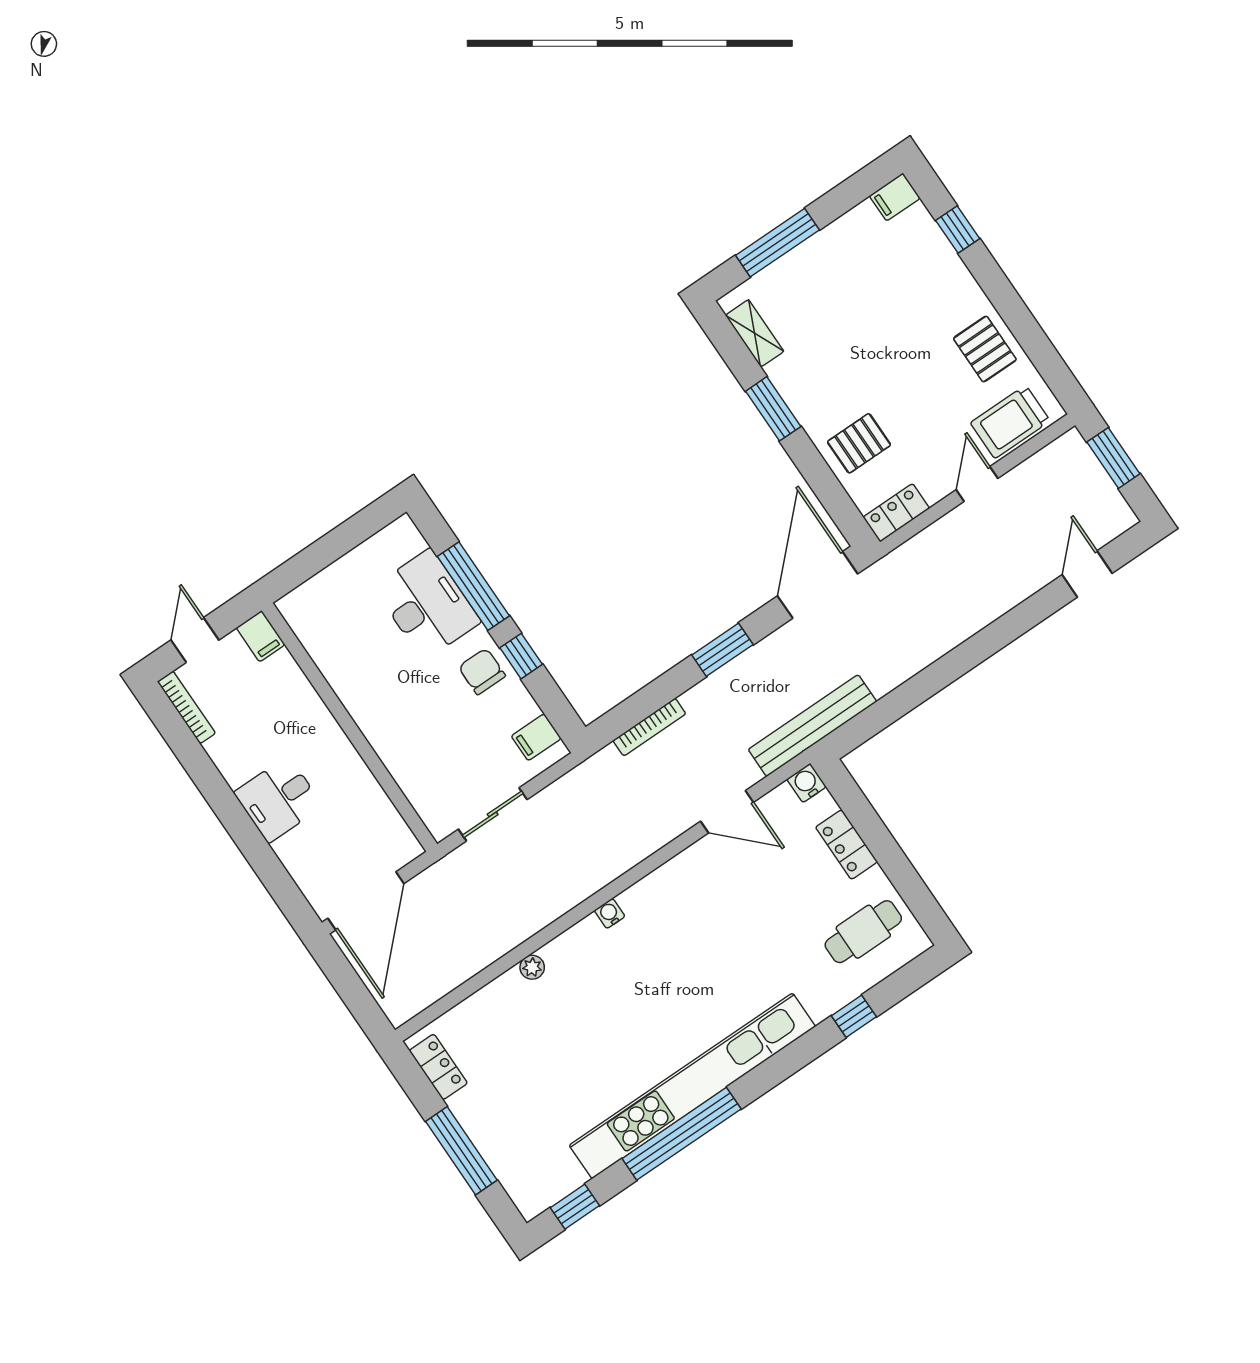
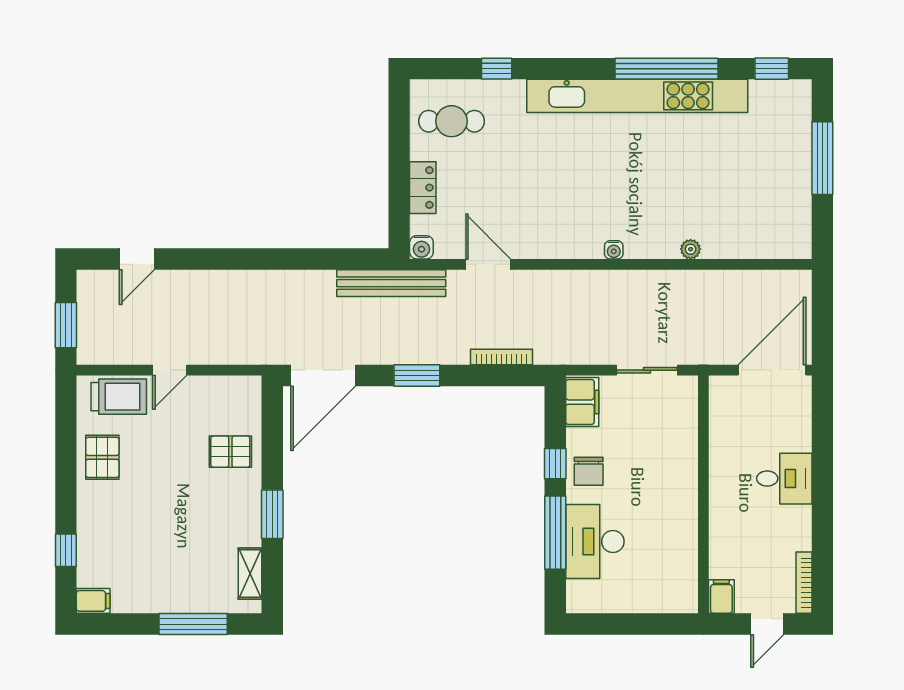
locker: (896, 513) -> (237, 388), removed
filing cabinet: (536, 737) -> (582, 402), width x2.00
locker: (438, 1067) -> (799, 225), removed

